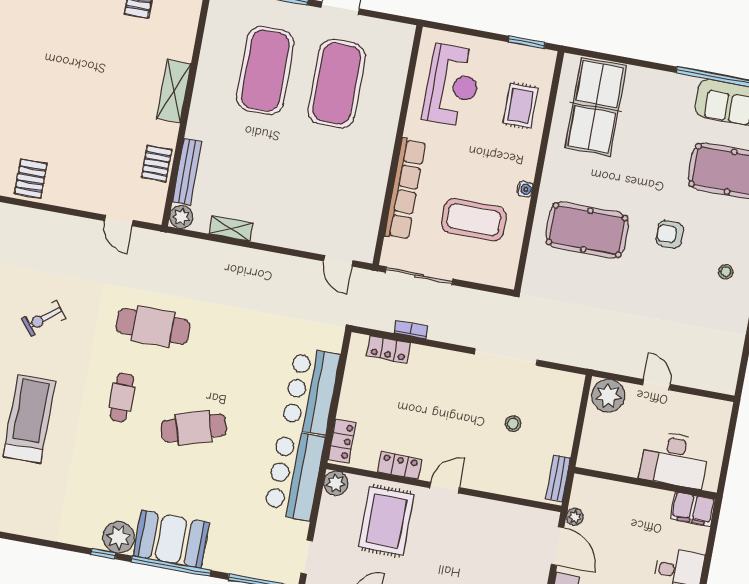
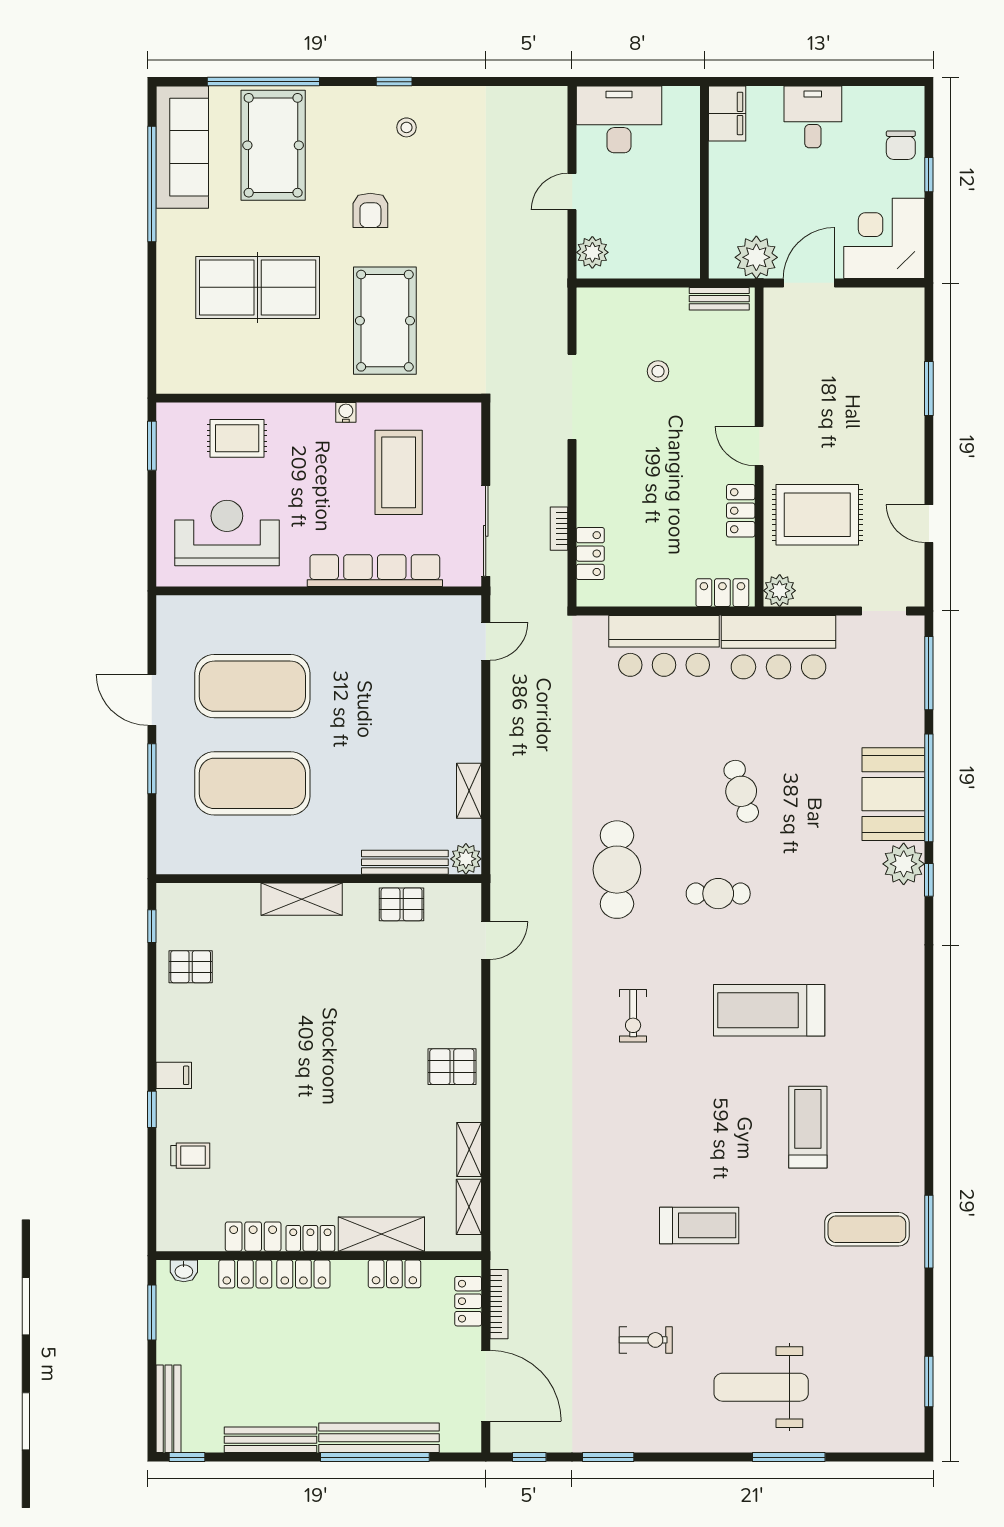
table tennis table: (596, 107) -> (258, 287), moved
exercise bike: (44, 318) -> (633, 1016), turned 38
plant: (608, 396) -> (592, 252), width x0.73, depth x0.73
cafe table: (194, 428) -> (741, 791), width x0.73, depth x0.74
desk: (674, 460) -> (619, 119), moved, turned -90
plant: (575, 517) -> (756, 257), width x1.88, depth x1.88

